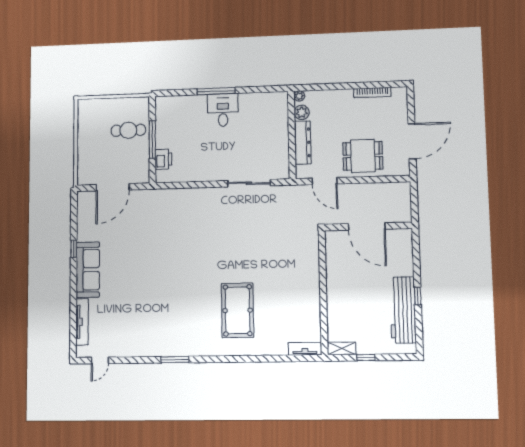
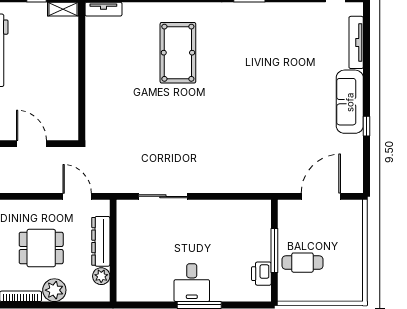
plant: (299, 96) -> (54, 290), moved, width x1.87, depth x1.87
dining table: (363, 156) -> (41, 248), moved
printer: (163, 159) -> (261, 274), moved
door: (367, 226) -> (31, 144), width x0.73

